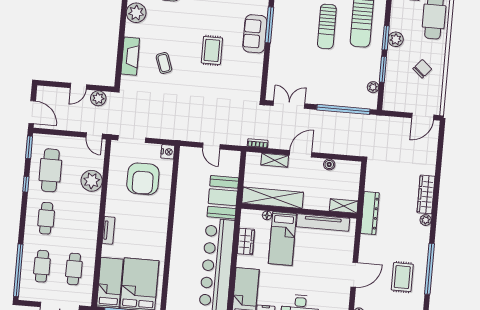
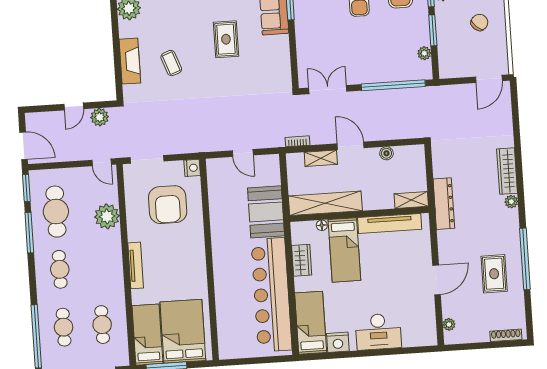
door: (301, 154) -> (351, 146), hinge flipped
window: (26, 184) -> (29, 233), width x2.17
tv unit: (108, 230) -> (136, 265), width x1.41

